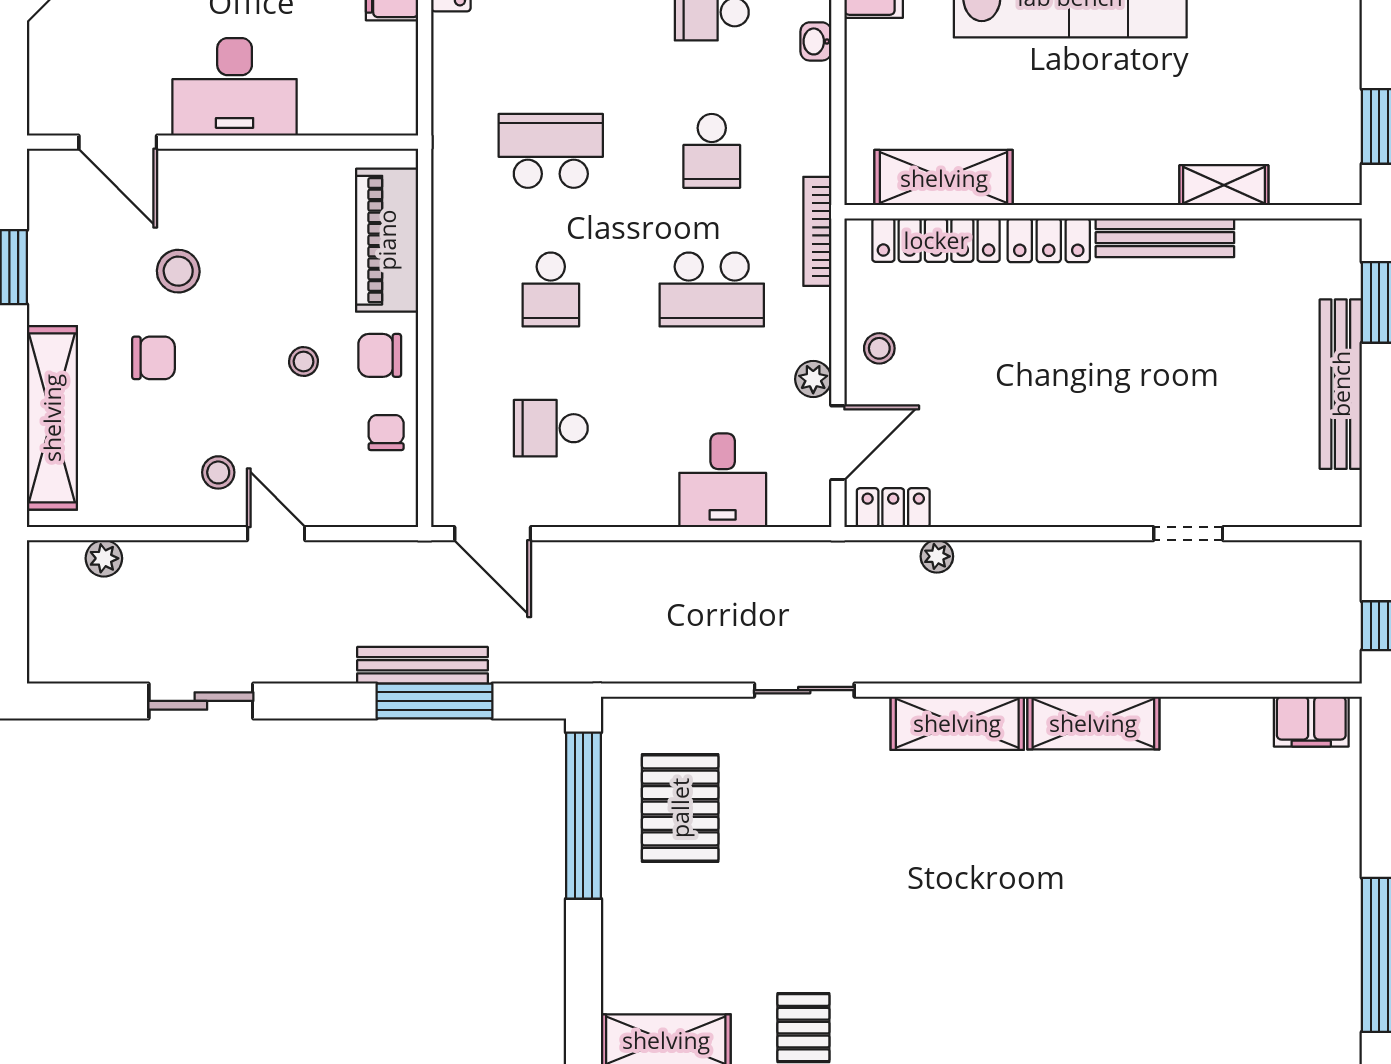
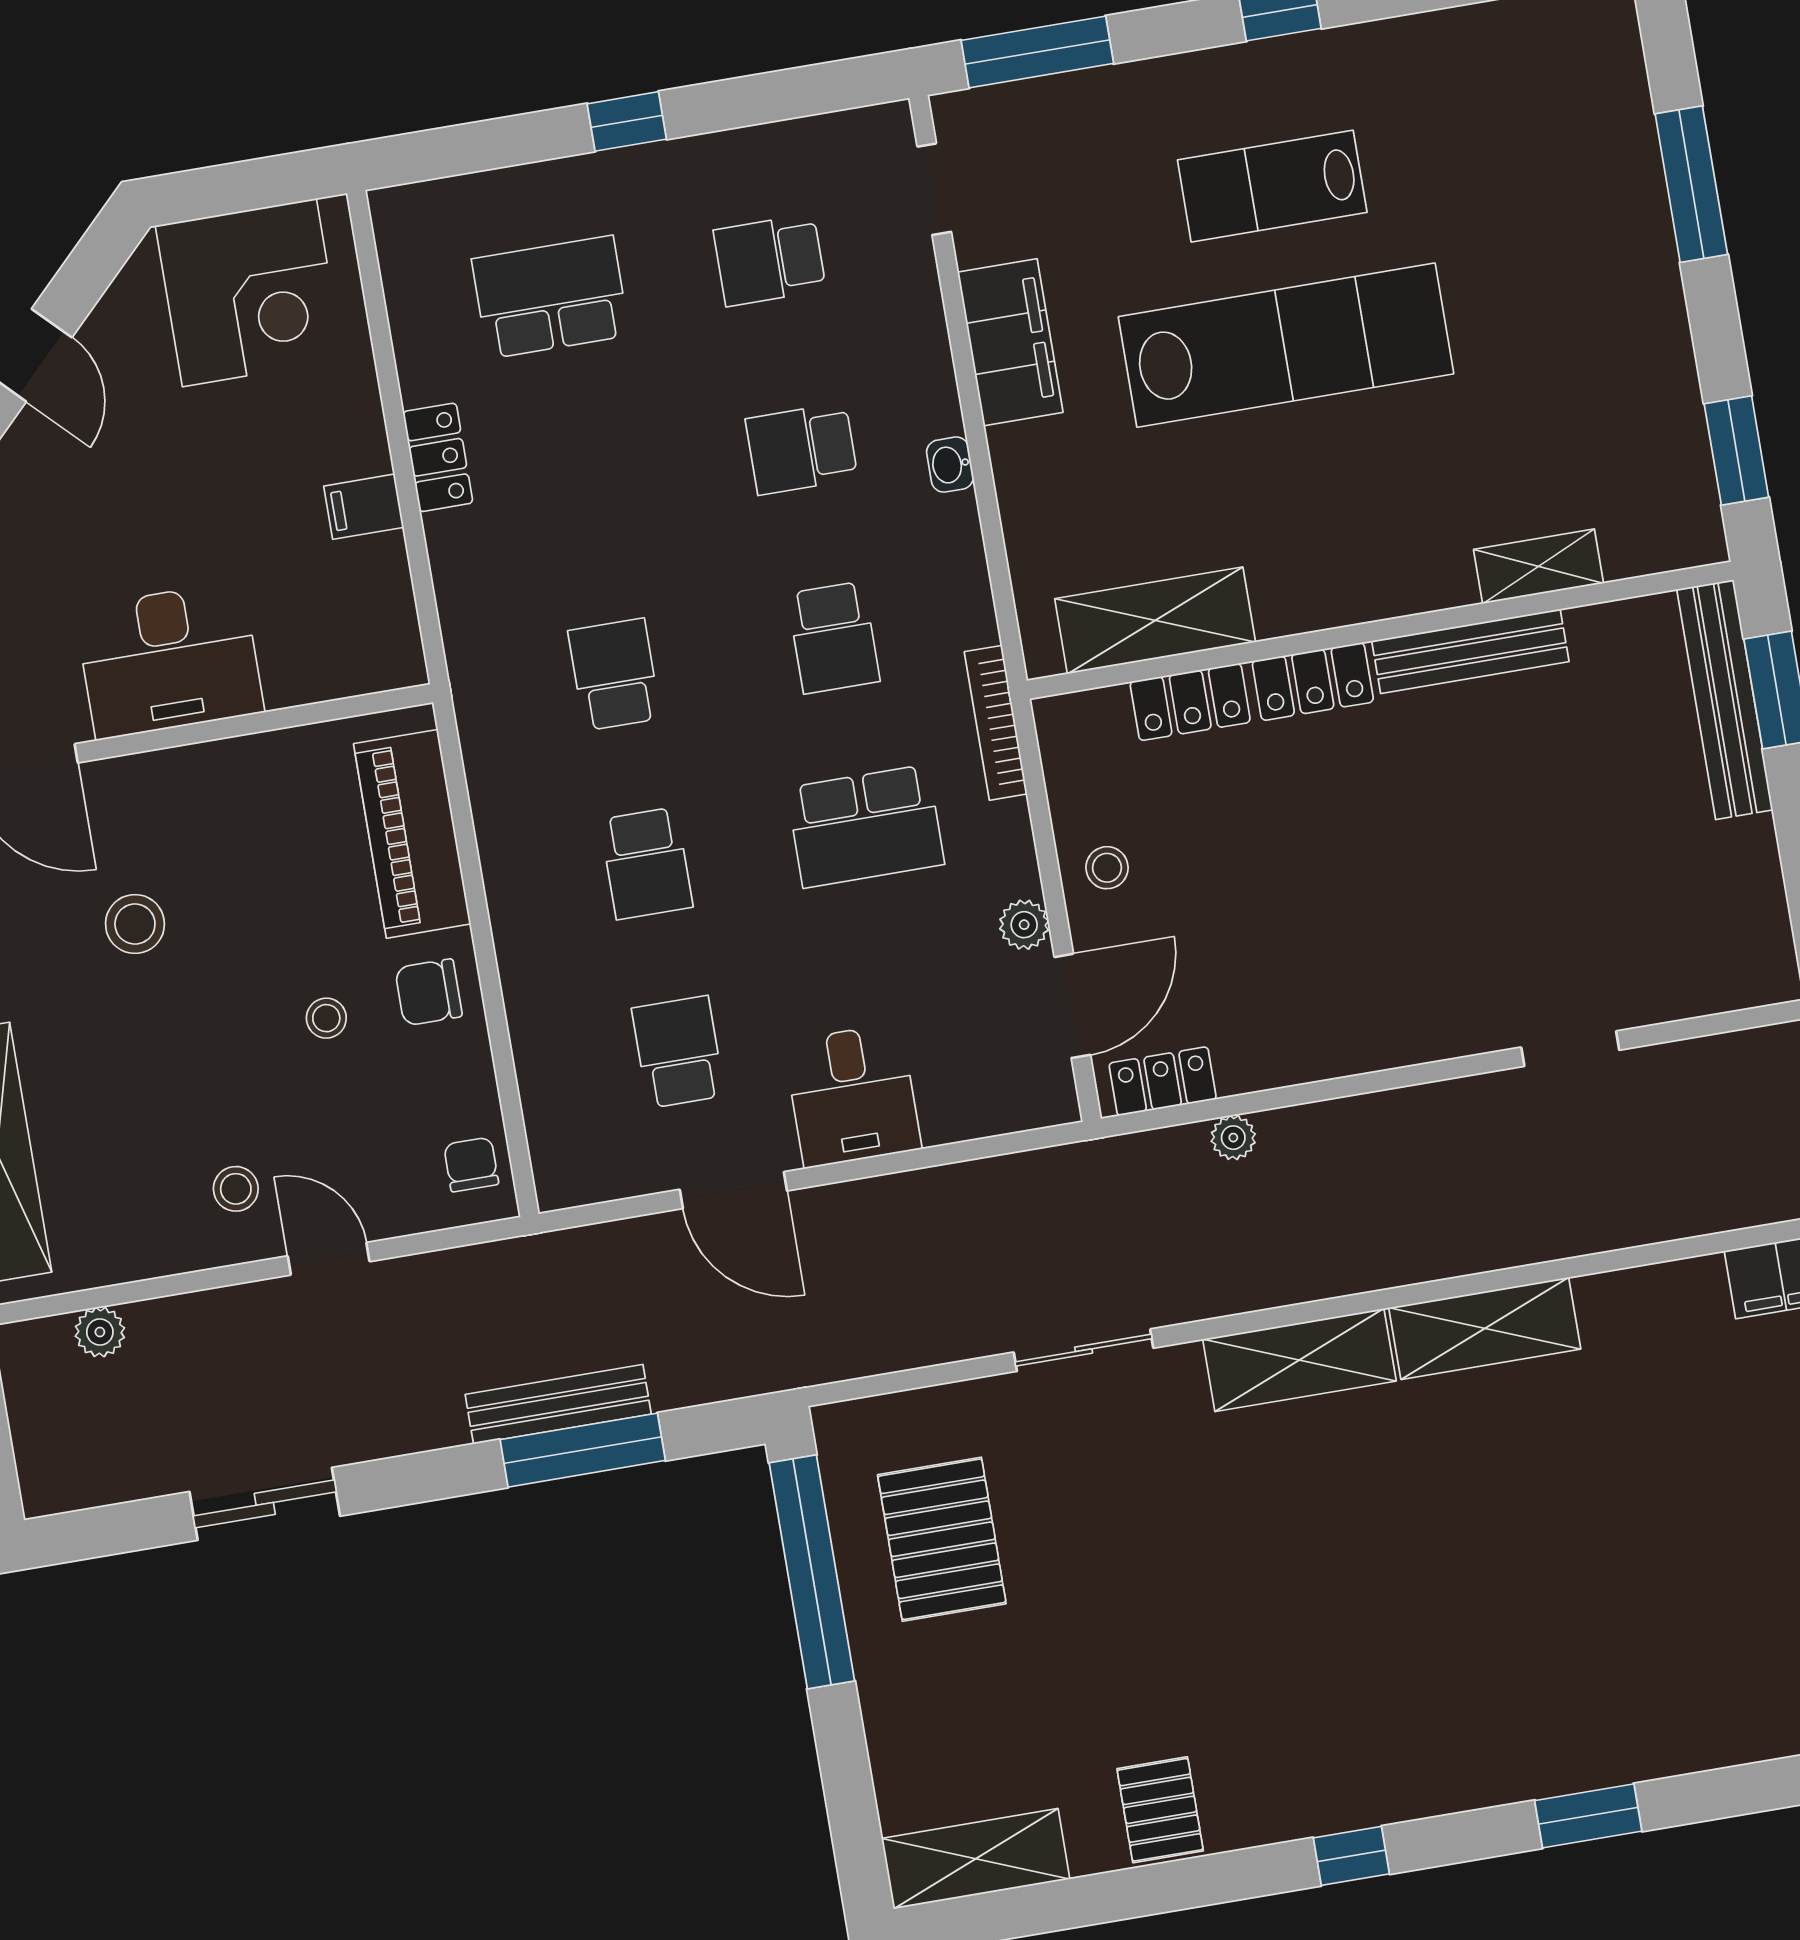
school desk: (551, 151) -> (614, 675), width x0.54
locker: (936, 240) -> (1190, 702), width x0.66
chair: (153, 358) -> (121, 1048), removed
bench: (1341, 384) -> (1725, 700), moved
school desk: (551, 428) -> (678, 1052), turned 90
chair: (386, 433) -> (471, 1165), moved
desk: (723, 480) -> (853, 1095), moved
door: (493, 534) -> (733, 1190), moved

